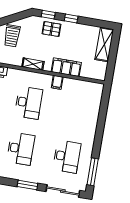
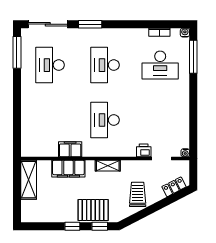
pallet: (51, 29) -> (93, 210), width x1.50, depth x1.42
shelving: (104, 44) -> (29, 180), moved
filing cabinet: (57, 82) -> (70, 149), width x2.00

